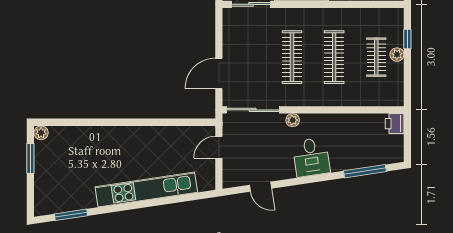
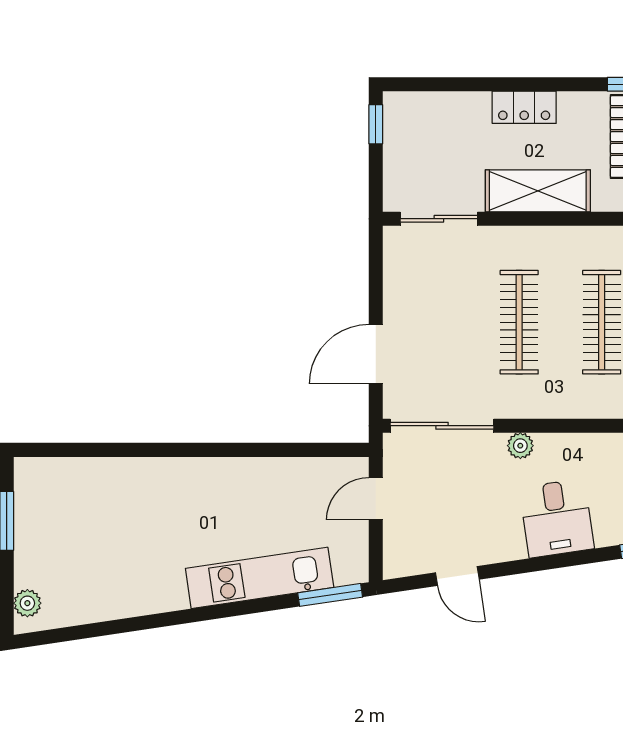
plant: (41, 133) -> (27, 603), moved
kitchen unit: (146, 190) -> (260, 578), width x0.73
window: (71, 215) -> (330, 595), moved

